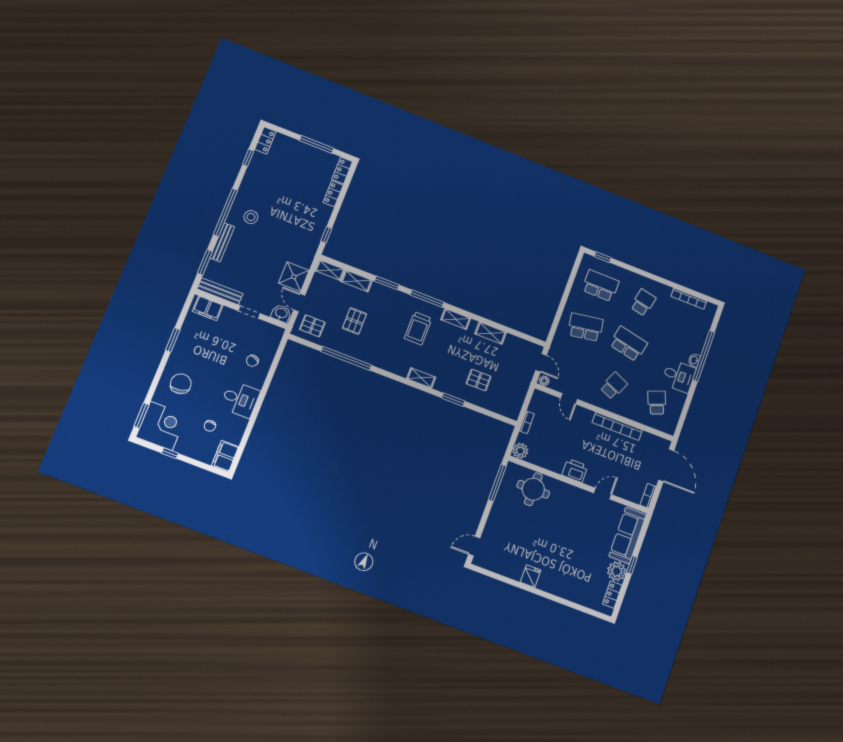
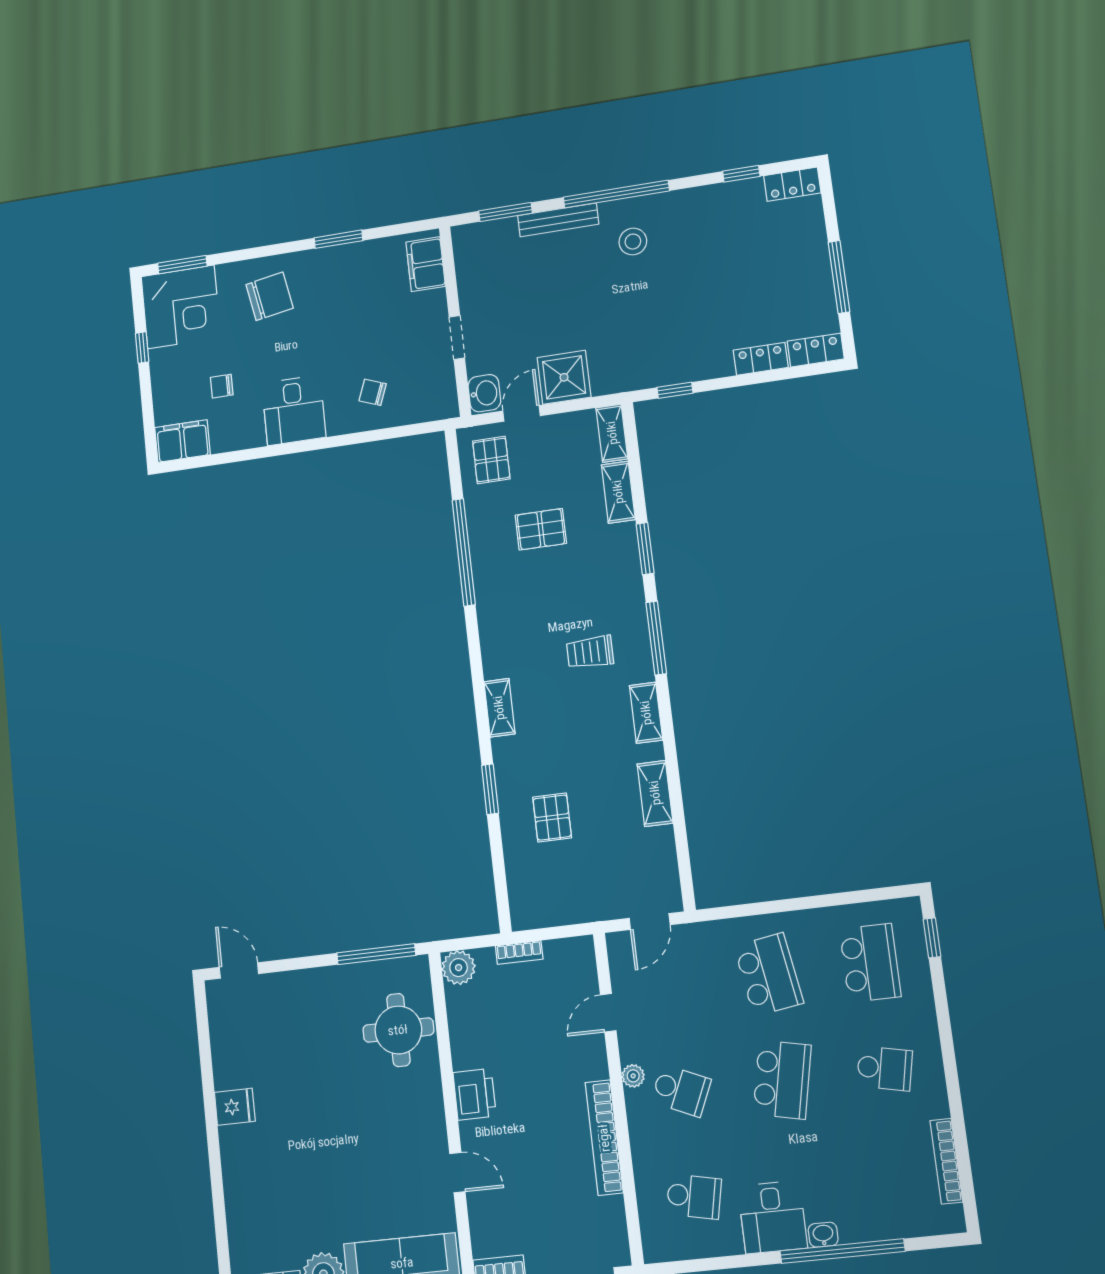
bench: (220, 291) -> (467, 267), removed
trolley: (418, 328) -> (590, 652), width x0.73, depth x0.72
plant: (544, 381) -> (633, 1076), moved
school desk: (657, 403) -> (694, 1196), turned 33

